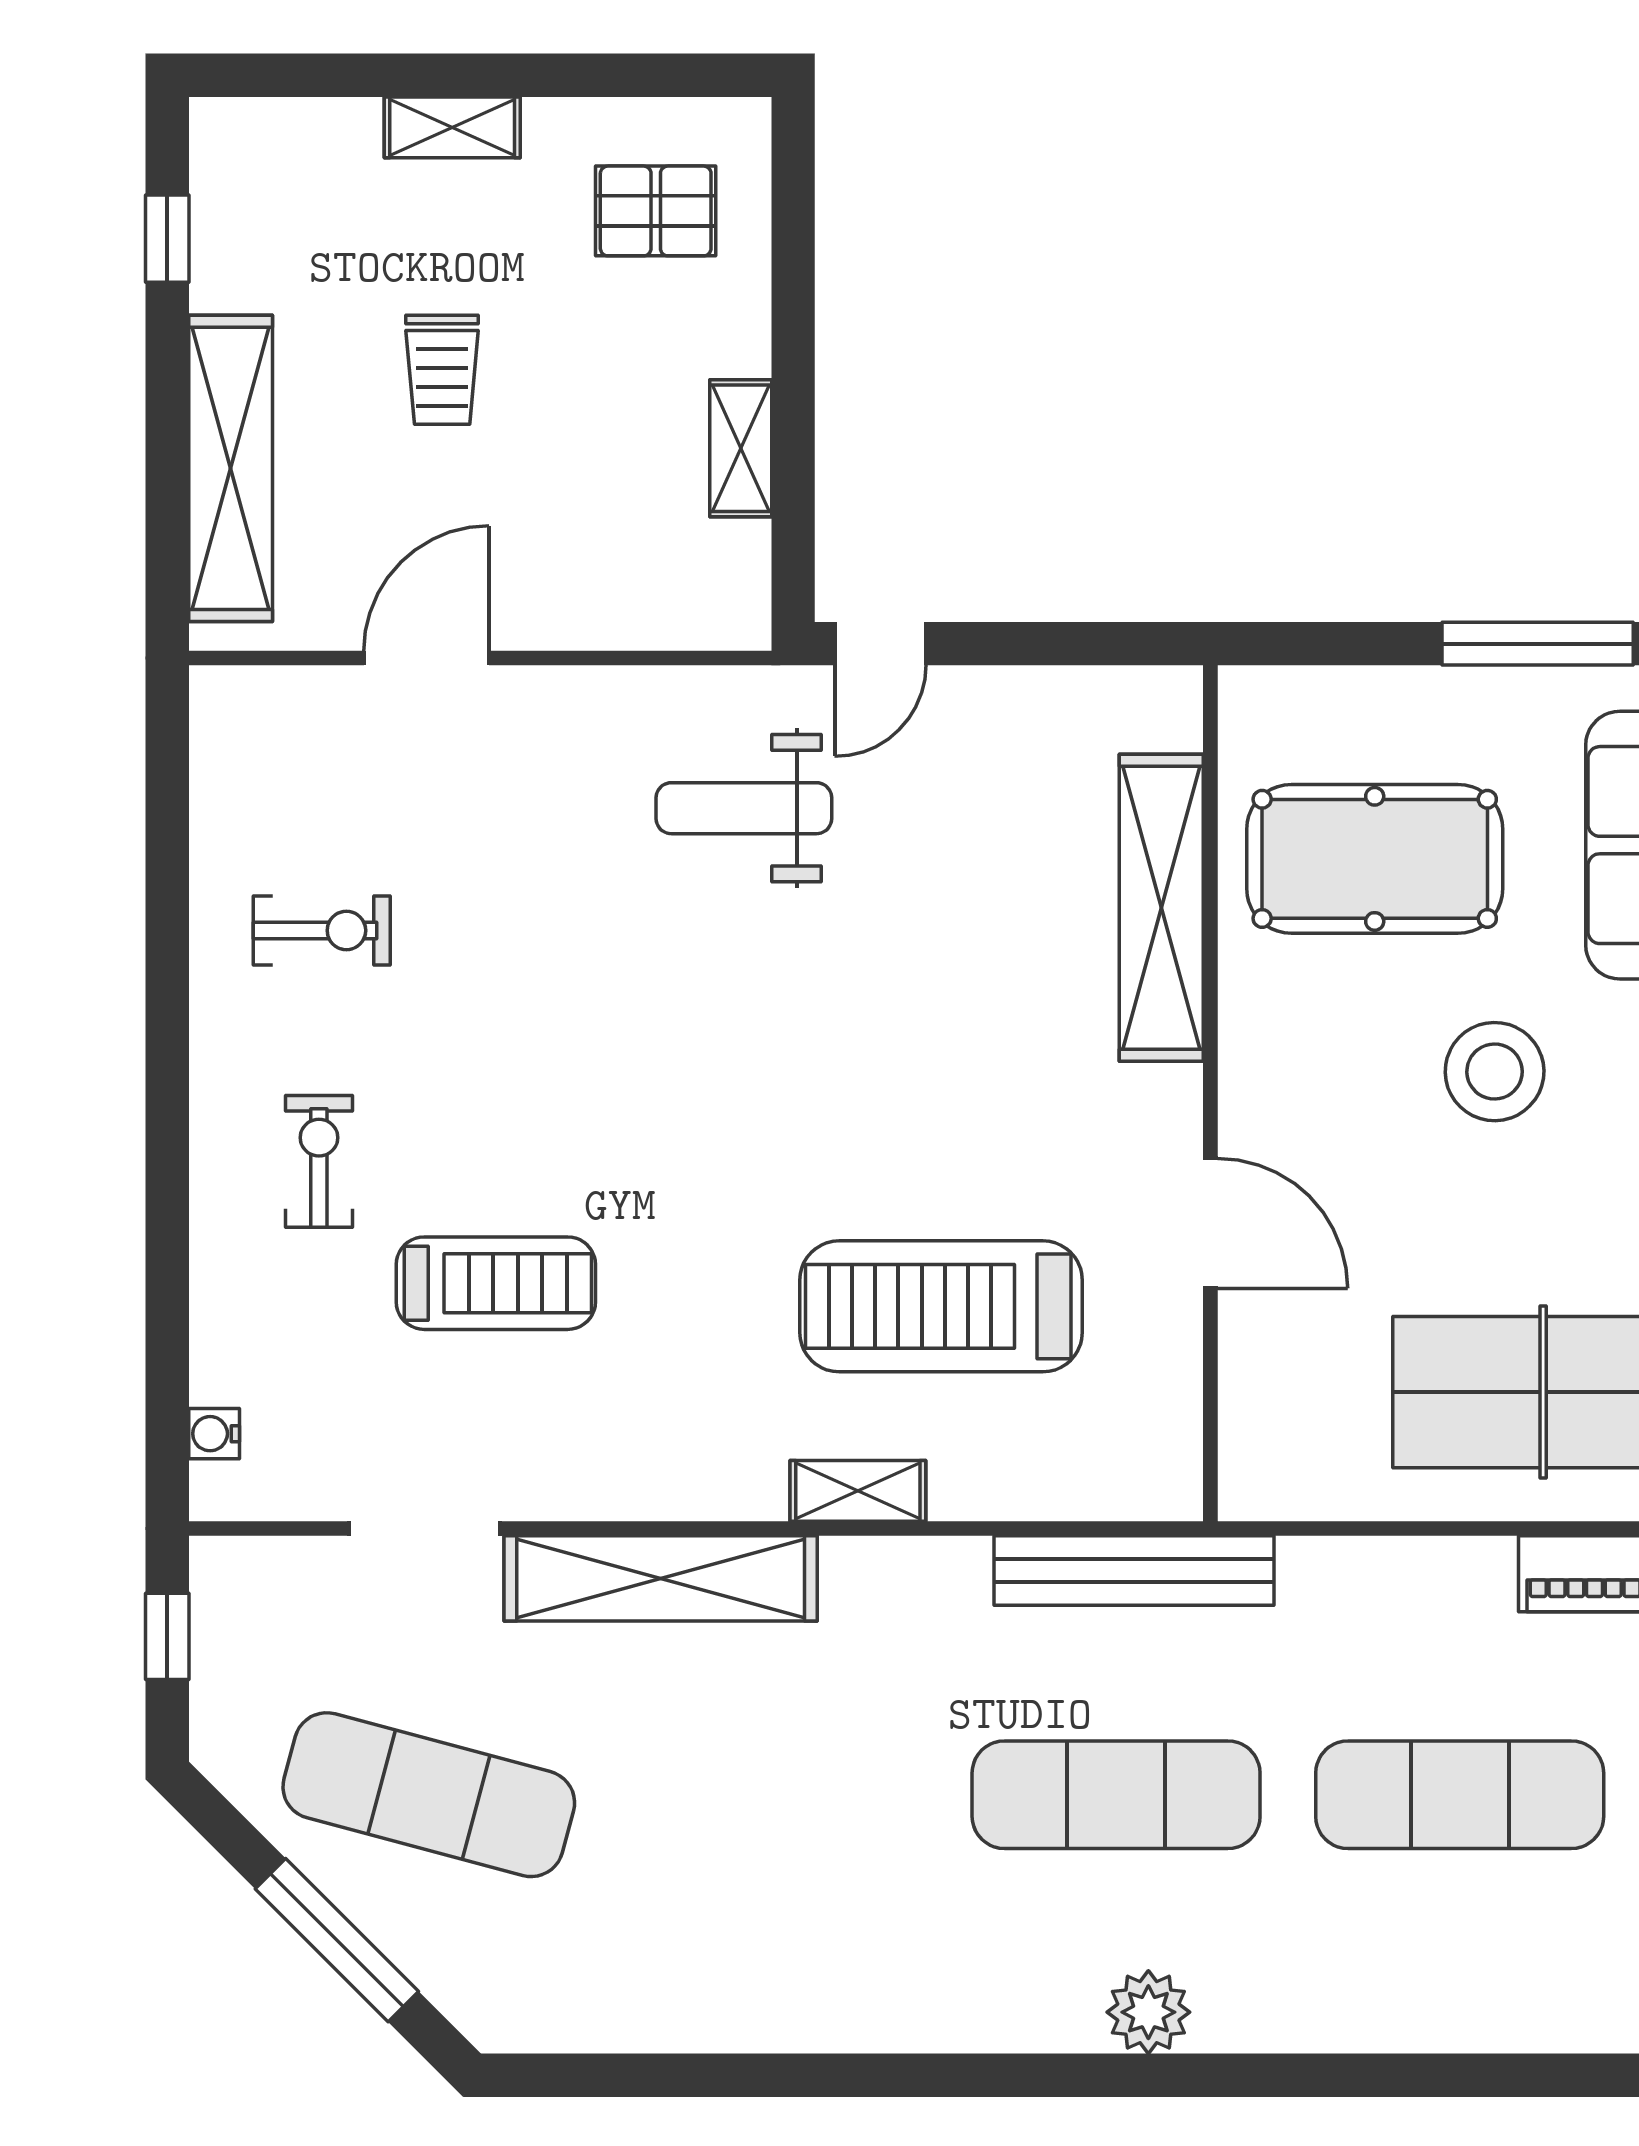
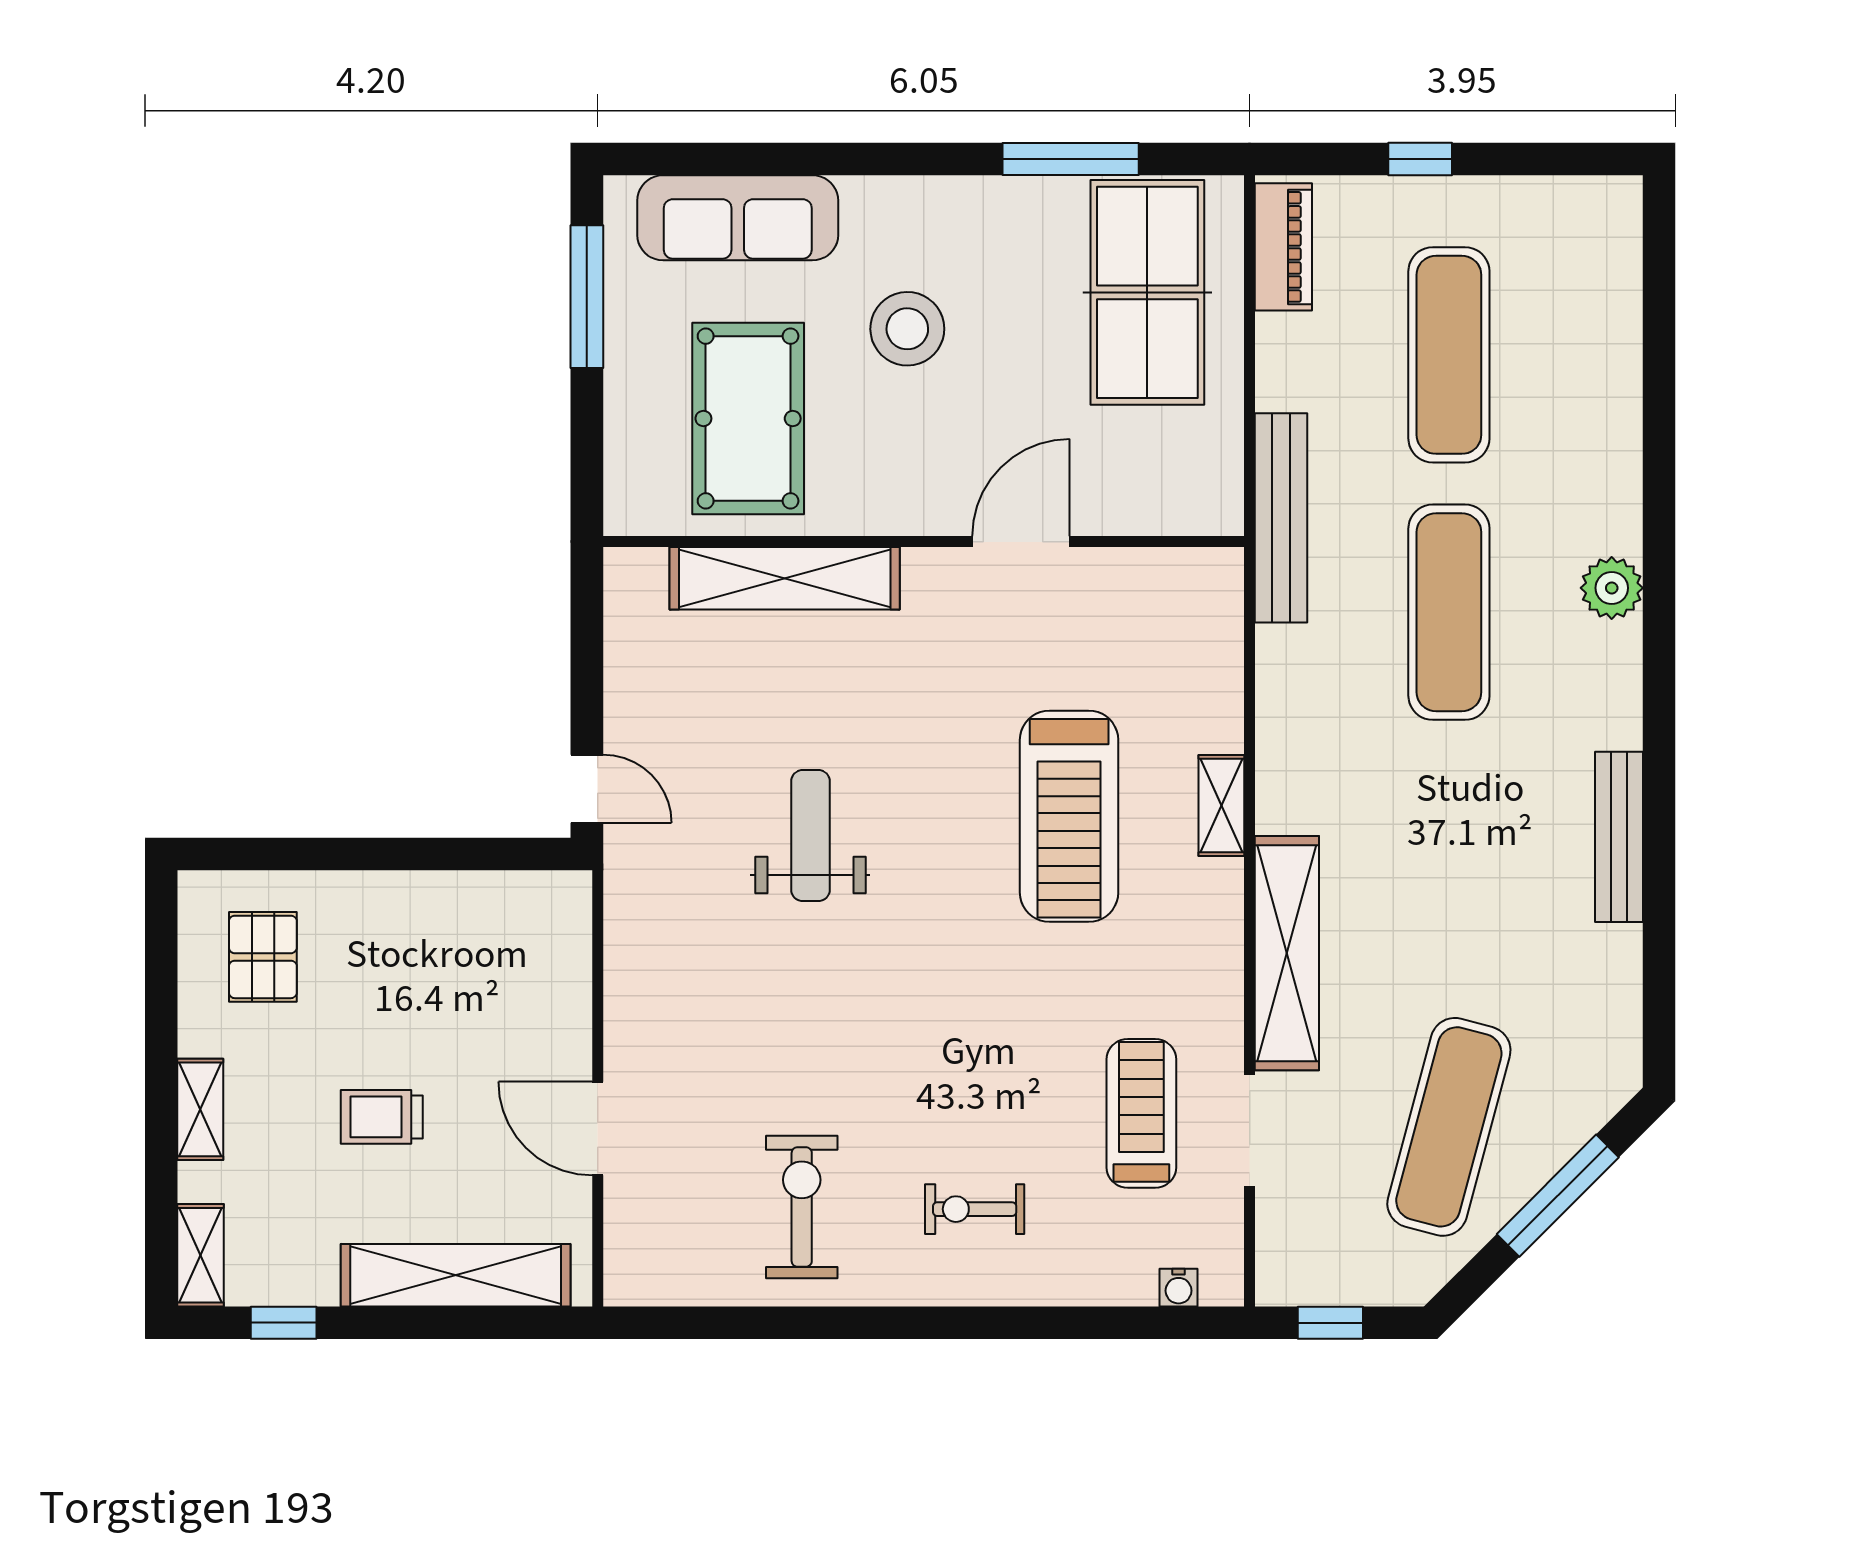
trolley: (442, 370) -> (382, 1117), turned 180
shelving: (741, 448) -> (201, 1255), moved, turned 90
weight bench: (744, 808) -> (810, 836), moved, turned 180
exercise bike: (322, 930) -> (802, 1207), width x1.38, depth x1.39
treadmill: (496, 1283) -> (1141, 1113), moved
treadmill: (941, 1306) -> (1069, 816), moved
bench: (1134, 1571) -> (1281, 518), moved
bench: (816, 2022) -> (1619, 837), added

